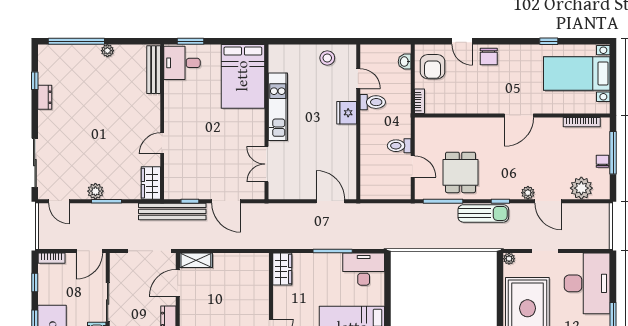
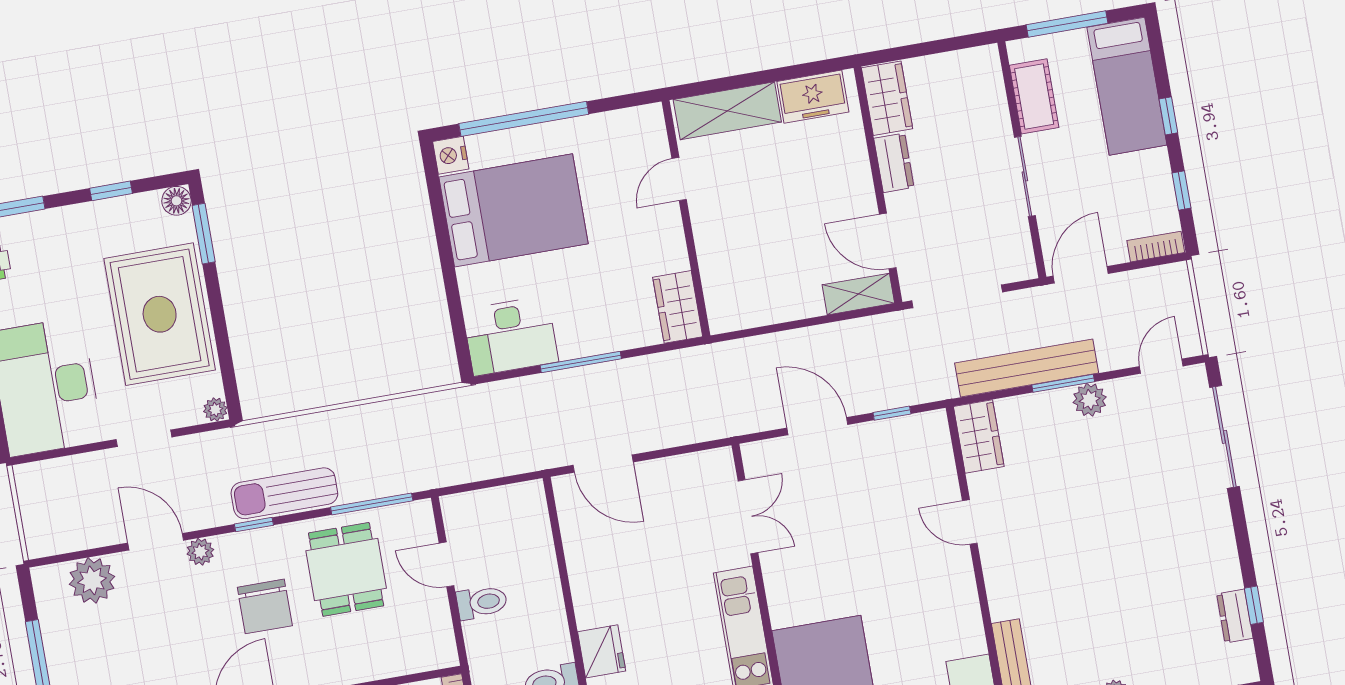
dresser: (45, 97) -> (1235, 616), moved
door: (162, 143) -> (970, 522), swing flipped
chair: (603, 161) -> (265, 606), moved, width x1.87, depth x1.87
door: (59, 201) -> (1161, 366), hinge flipped
bench: (172, 211) -> (1027, 368), moved
door: (178, 283) -> (888, 241), swing flipped

